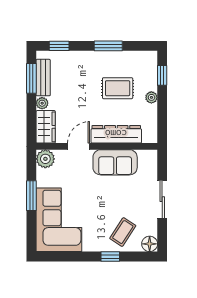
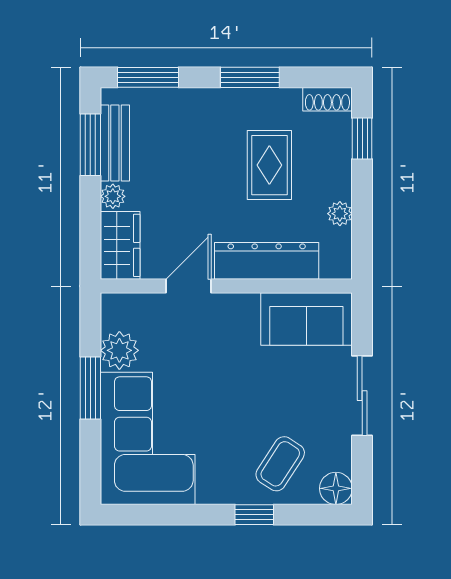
window: (59, 46) -> (148, 77), width x1.50
shoe rack: (146, 56) -> (327, 99), added
rug: (118, 88) -> (269, 165), turned 90
plant: (151, 97) -> (340, 214), moved
plant: (45, 159) -> (119, 350), moved
sofa: (115, 162) -> (306, 319), moved

